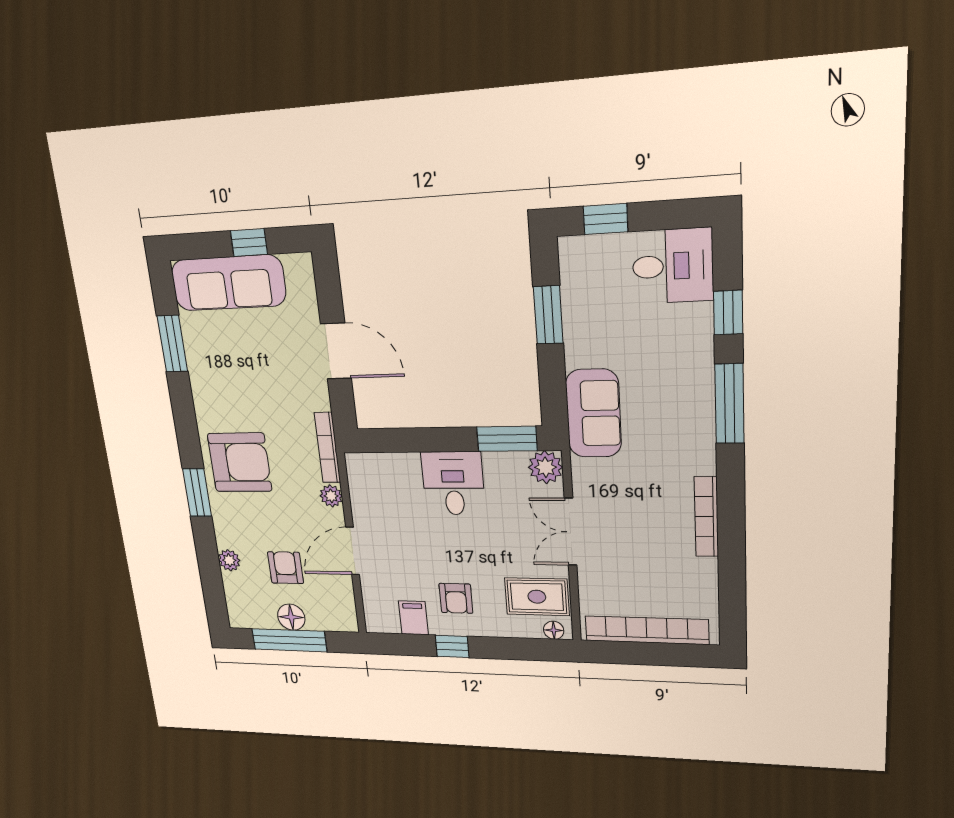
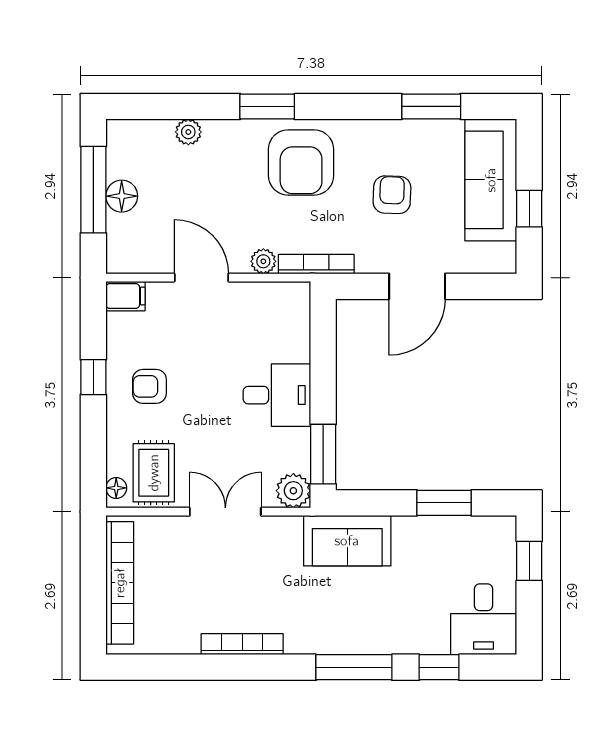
armchair: (285, 568) -> (392, 195), moved, turned -88
filing cabinet: (413, 618) -> (125, 296), moved

